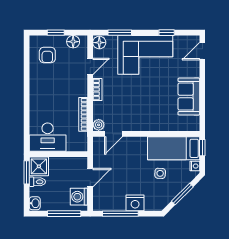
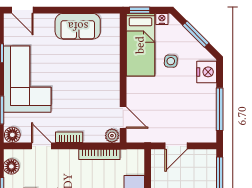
door: (90, 178) -> (176, 146), swing flipped
washing machine: (79, 197) -> (199, 159), removed
nightstand: (135, 203) -> (207, 72), moved

